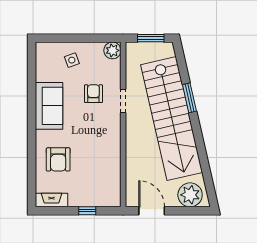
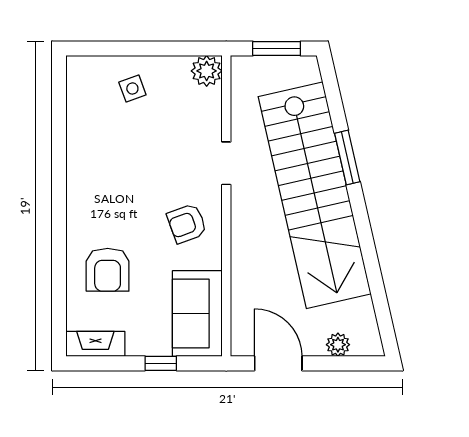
armchair: (93, 94) -> (187, 223), moved, turned -110
sofa: (49, 106) -> (197, 314), moved, turned 180
plant: (190, 195) -> (338, 345), width x0.53, depth x0.53

